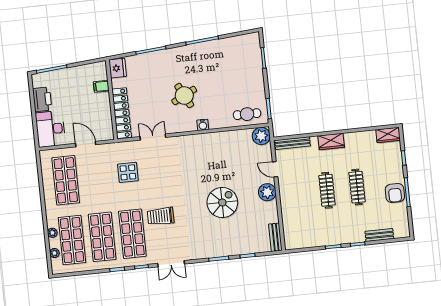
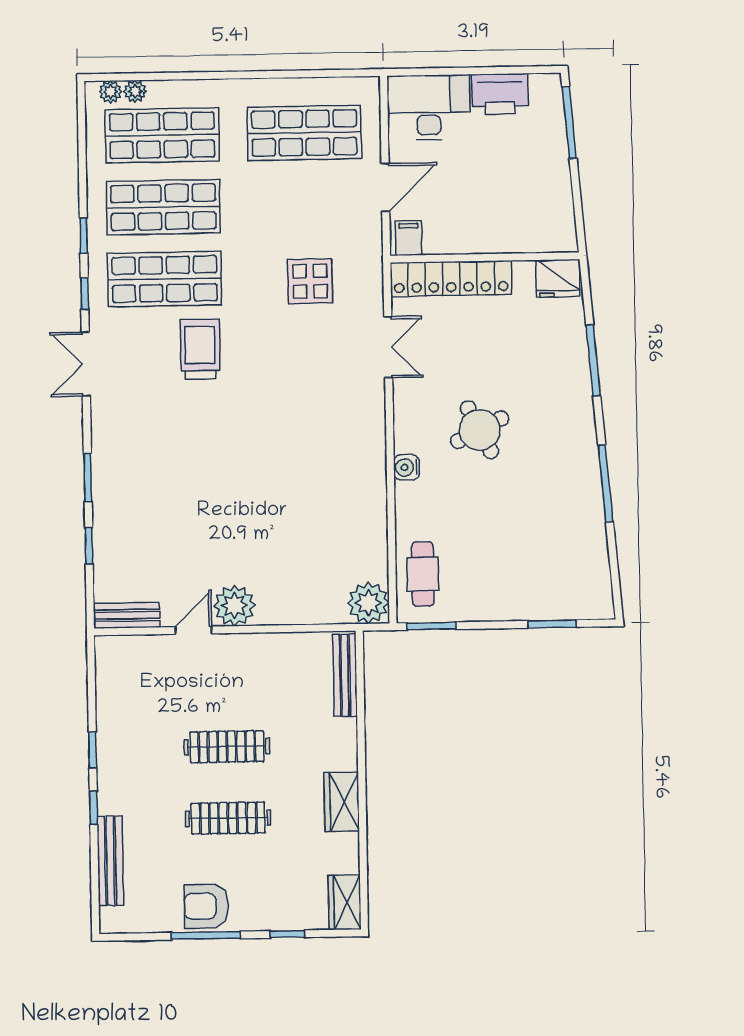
filing cabinet: (101, 86) -> (409, 238), moved
wardrobe: (331, 141) -> (342, 802), moved
door: (275, 169) -> (193, 630), moved
spiral stairs: (222, 202) -> (220, 498), removed
plant: (52, 233) -> (110, 92), moved
bench: (379, 235) -> (110, 861), width x1.36

